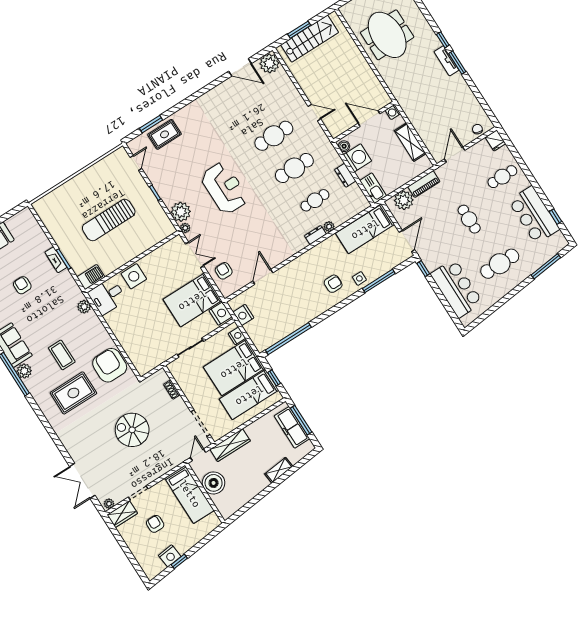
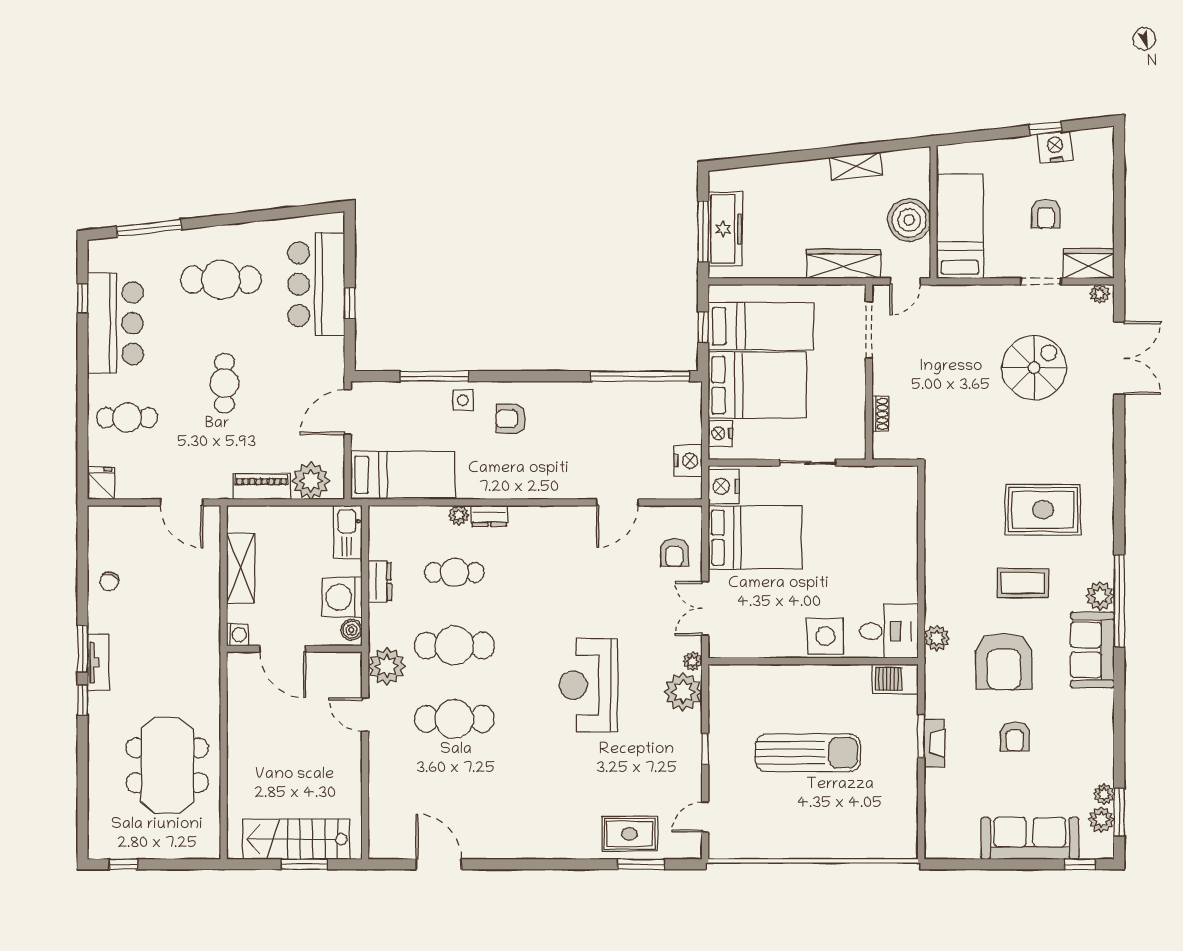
plant: (269, 63) -> (387, 666), moved
chair: (477, 129) -> (109, 581), moved
door: (455, 155) -> (182, 502), hinge flipped
window: (423, 269) -> (350, 303), moved
coffee table: (62, 355) -> (1023, 583), turned 90
armchair: (110, 365) -> (1004, 661), moved
spiral stairs: (132, 430) -> (1034, 368), moved, turned -90
shelving: (279, 470) -> (856, 166), moved

